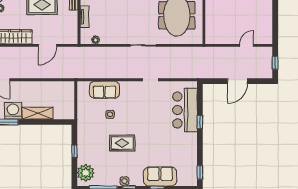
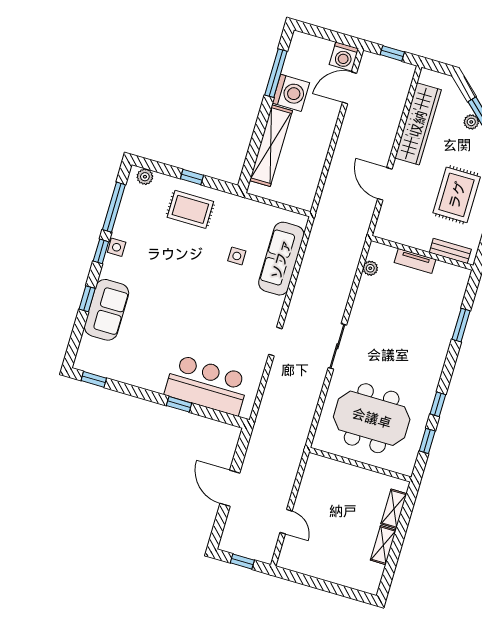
sofa: (104, 90) -> (281, 259), width x1.36
shelving: (38, 113) -> (271, 146), width x1.47
rug: (122, 143) -> (190, 209), moved, turned 90
plant: (86, 173) -> (145, 177), width x0.53, depth x0.53

